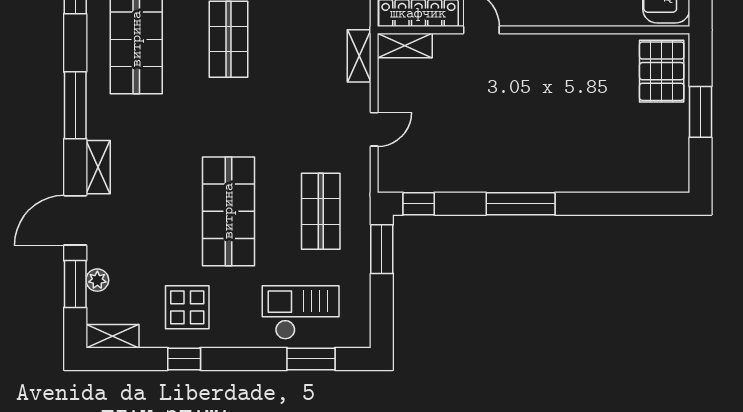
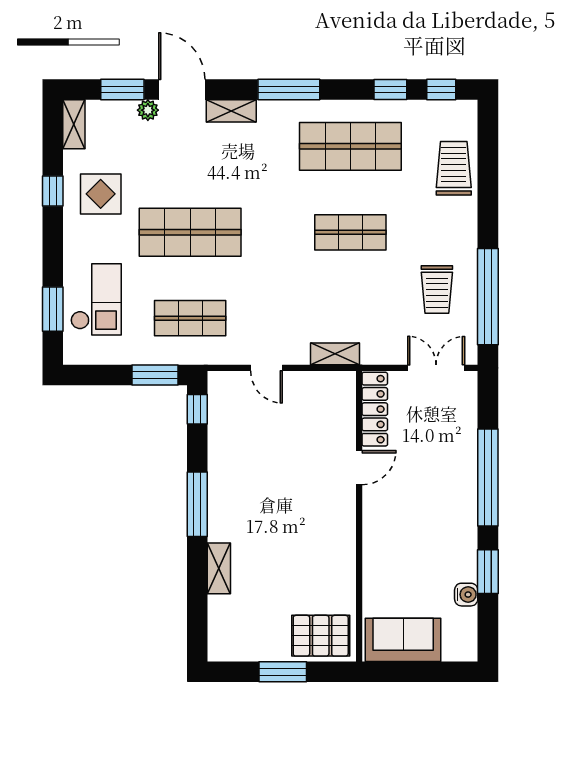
shelving: (405, 46) -> (219, 568), moved
plant: (97, 280) -> (148, 110), moved

